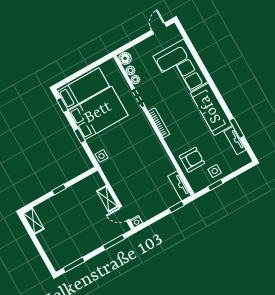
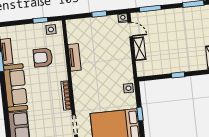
armchair: (192, 160) -> (43, 57), moved
side table: (215, 171) -> (51, 29), moved
tv unit: (180, 186) -> (75, 57), moved
window: (176, 207) -> (99, 14), moved

